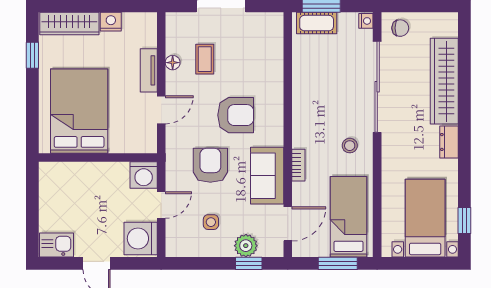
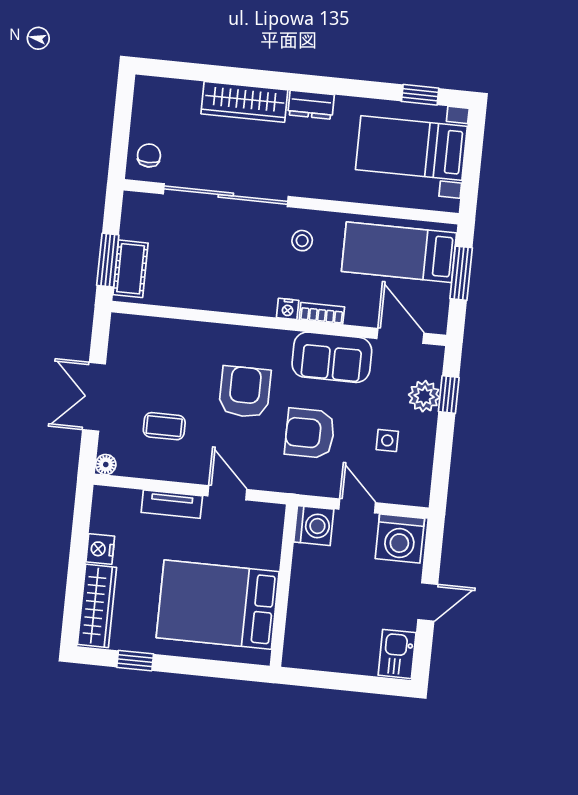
nightstand: (366, 21) -> (288, 309), moved, turned 180
floor lamp: (173, 63) -> (106, 465), moved
wardrobe: (444, 81) -> (244, 102), width x0.71, depth x0.85

